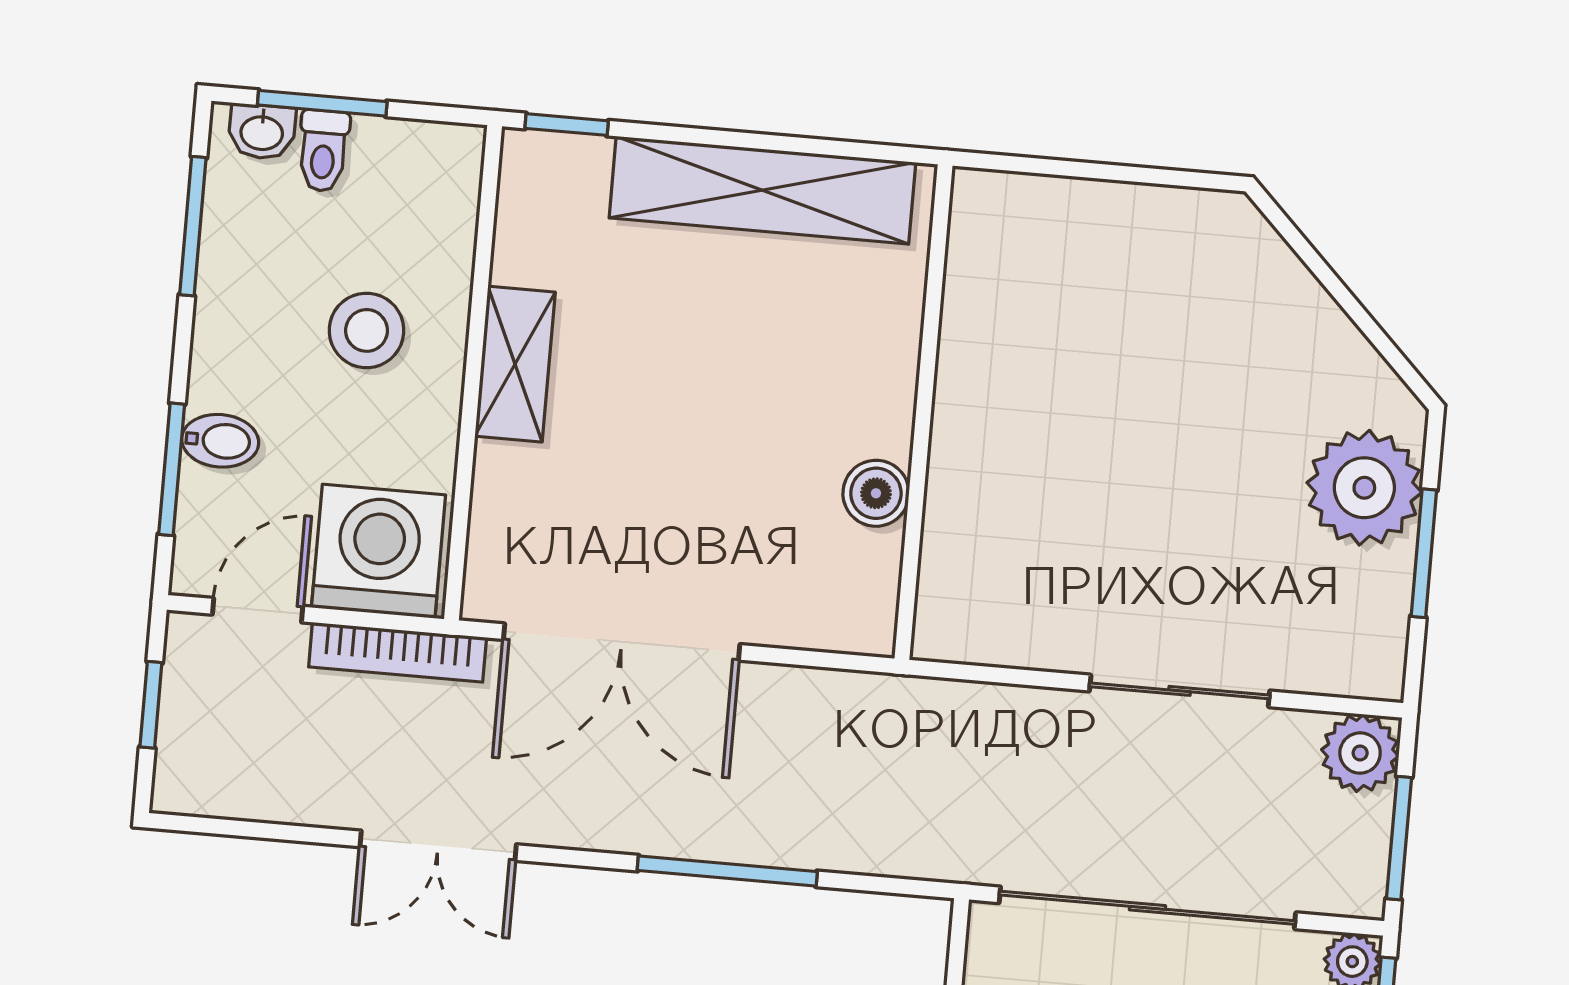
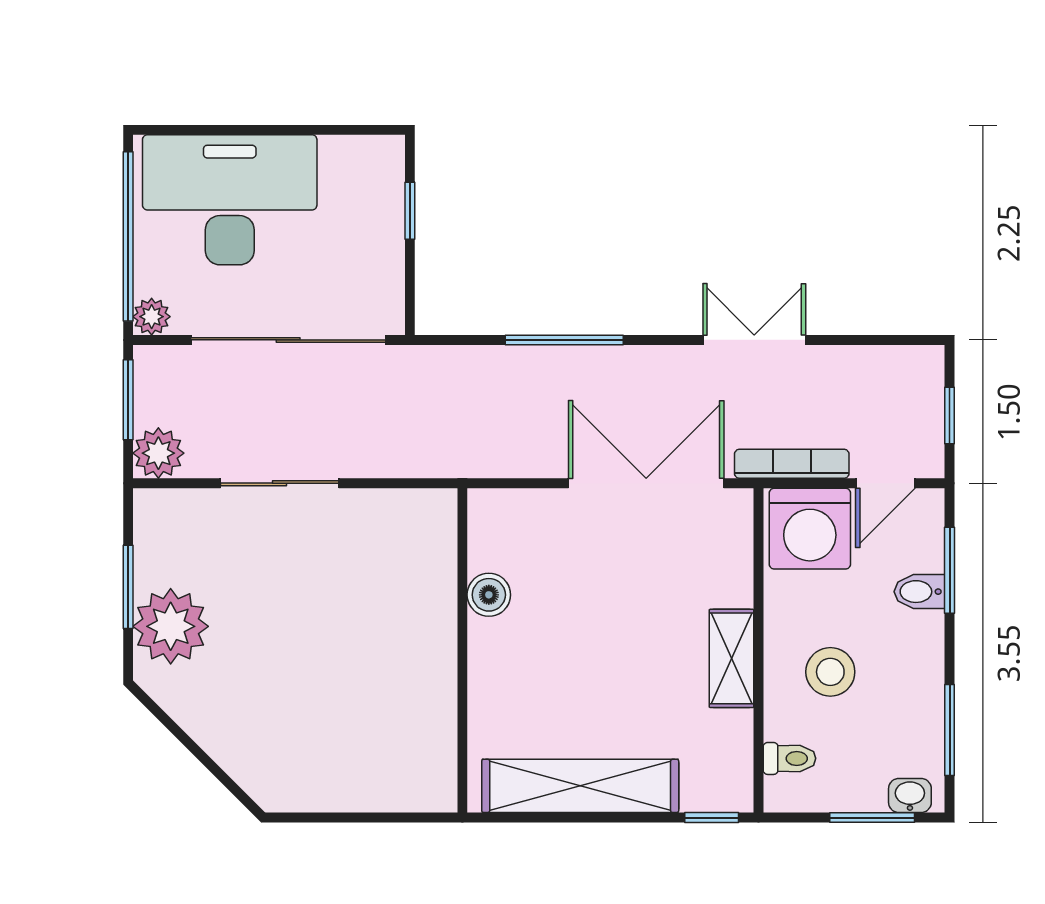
toilet: (323, 151) -> (789, 758), moved, turned 90

